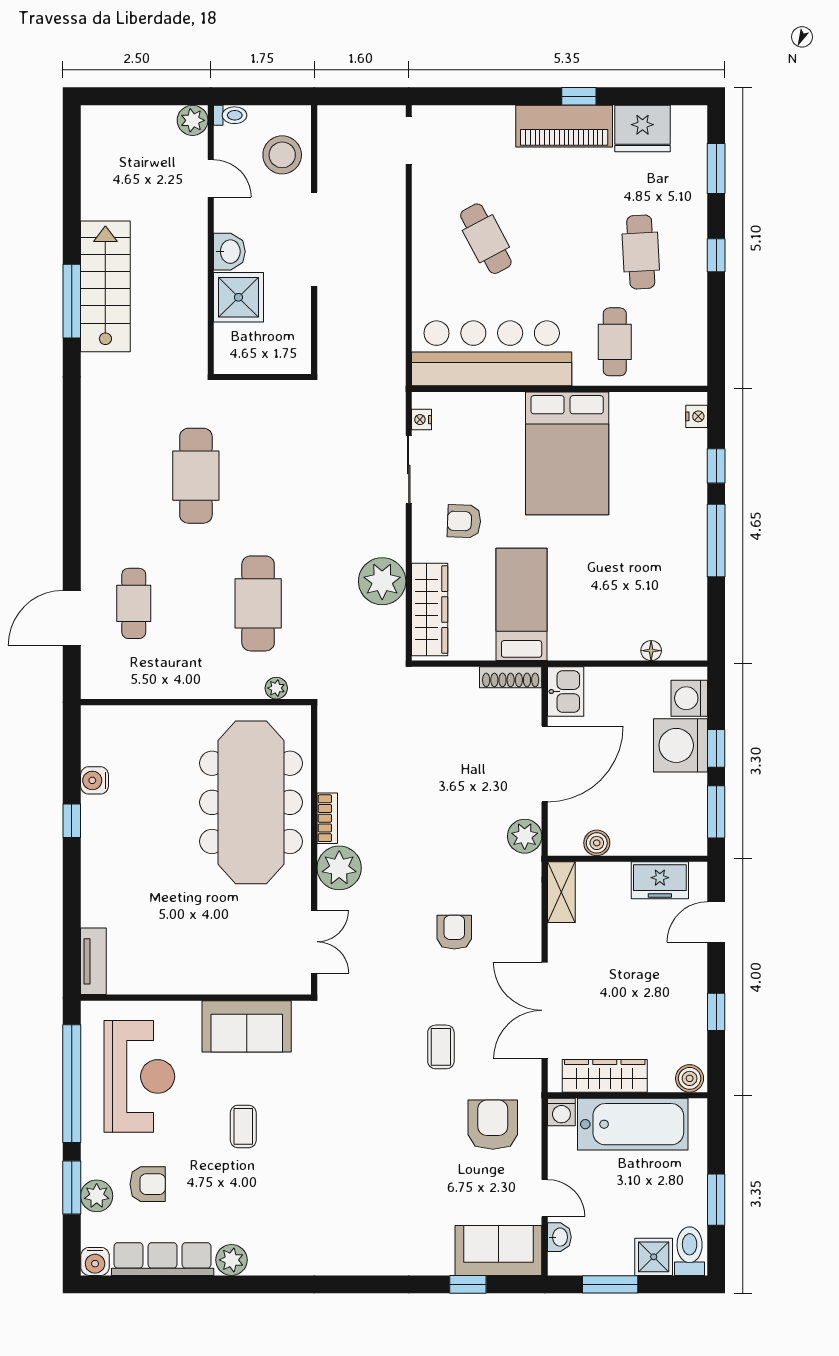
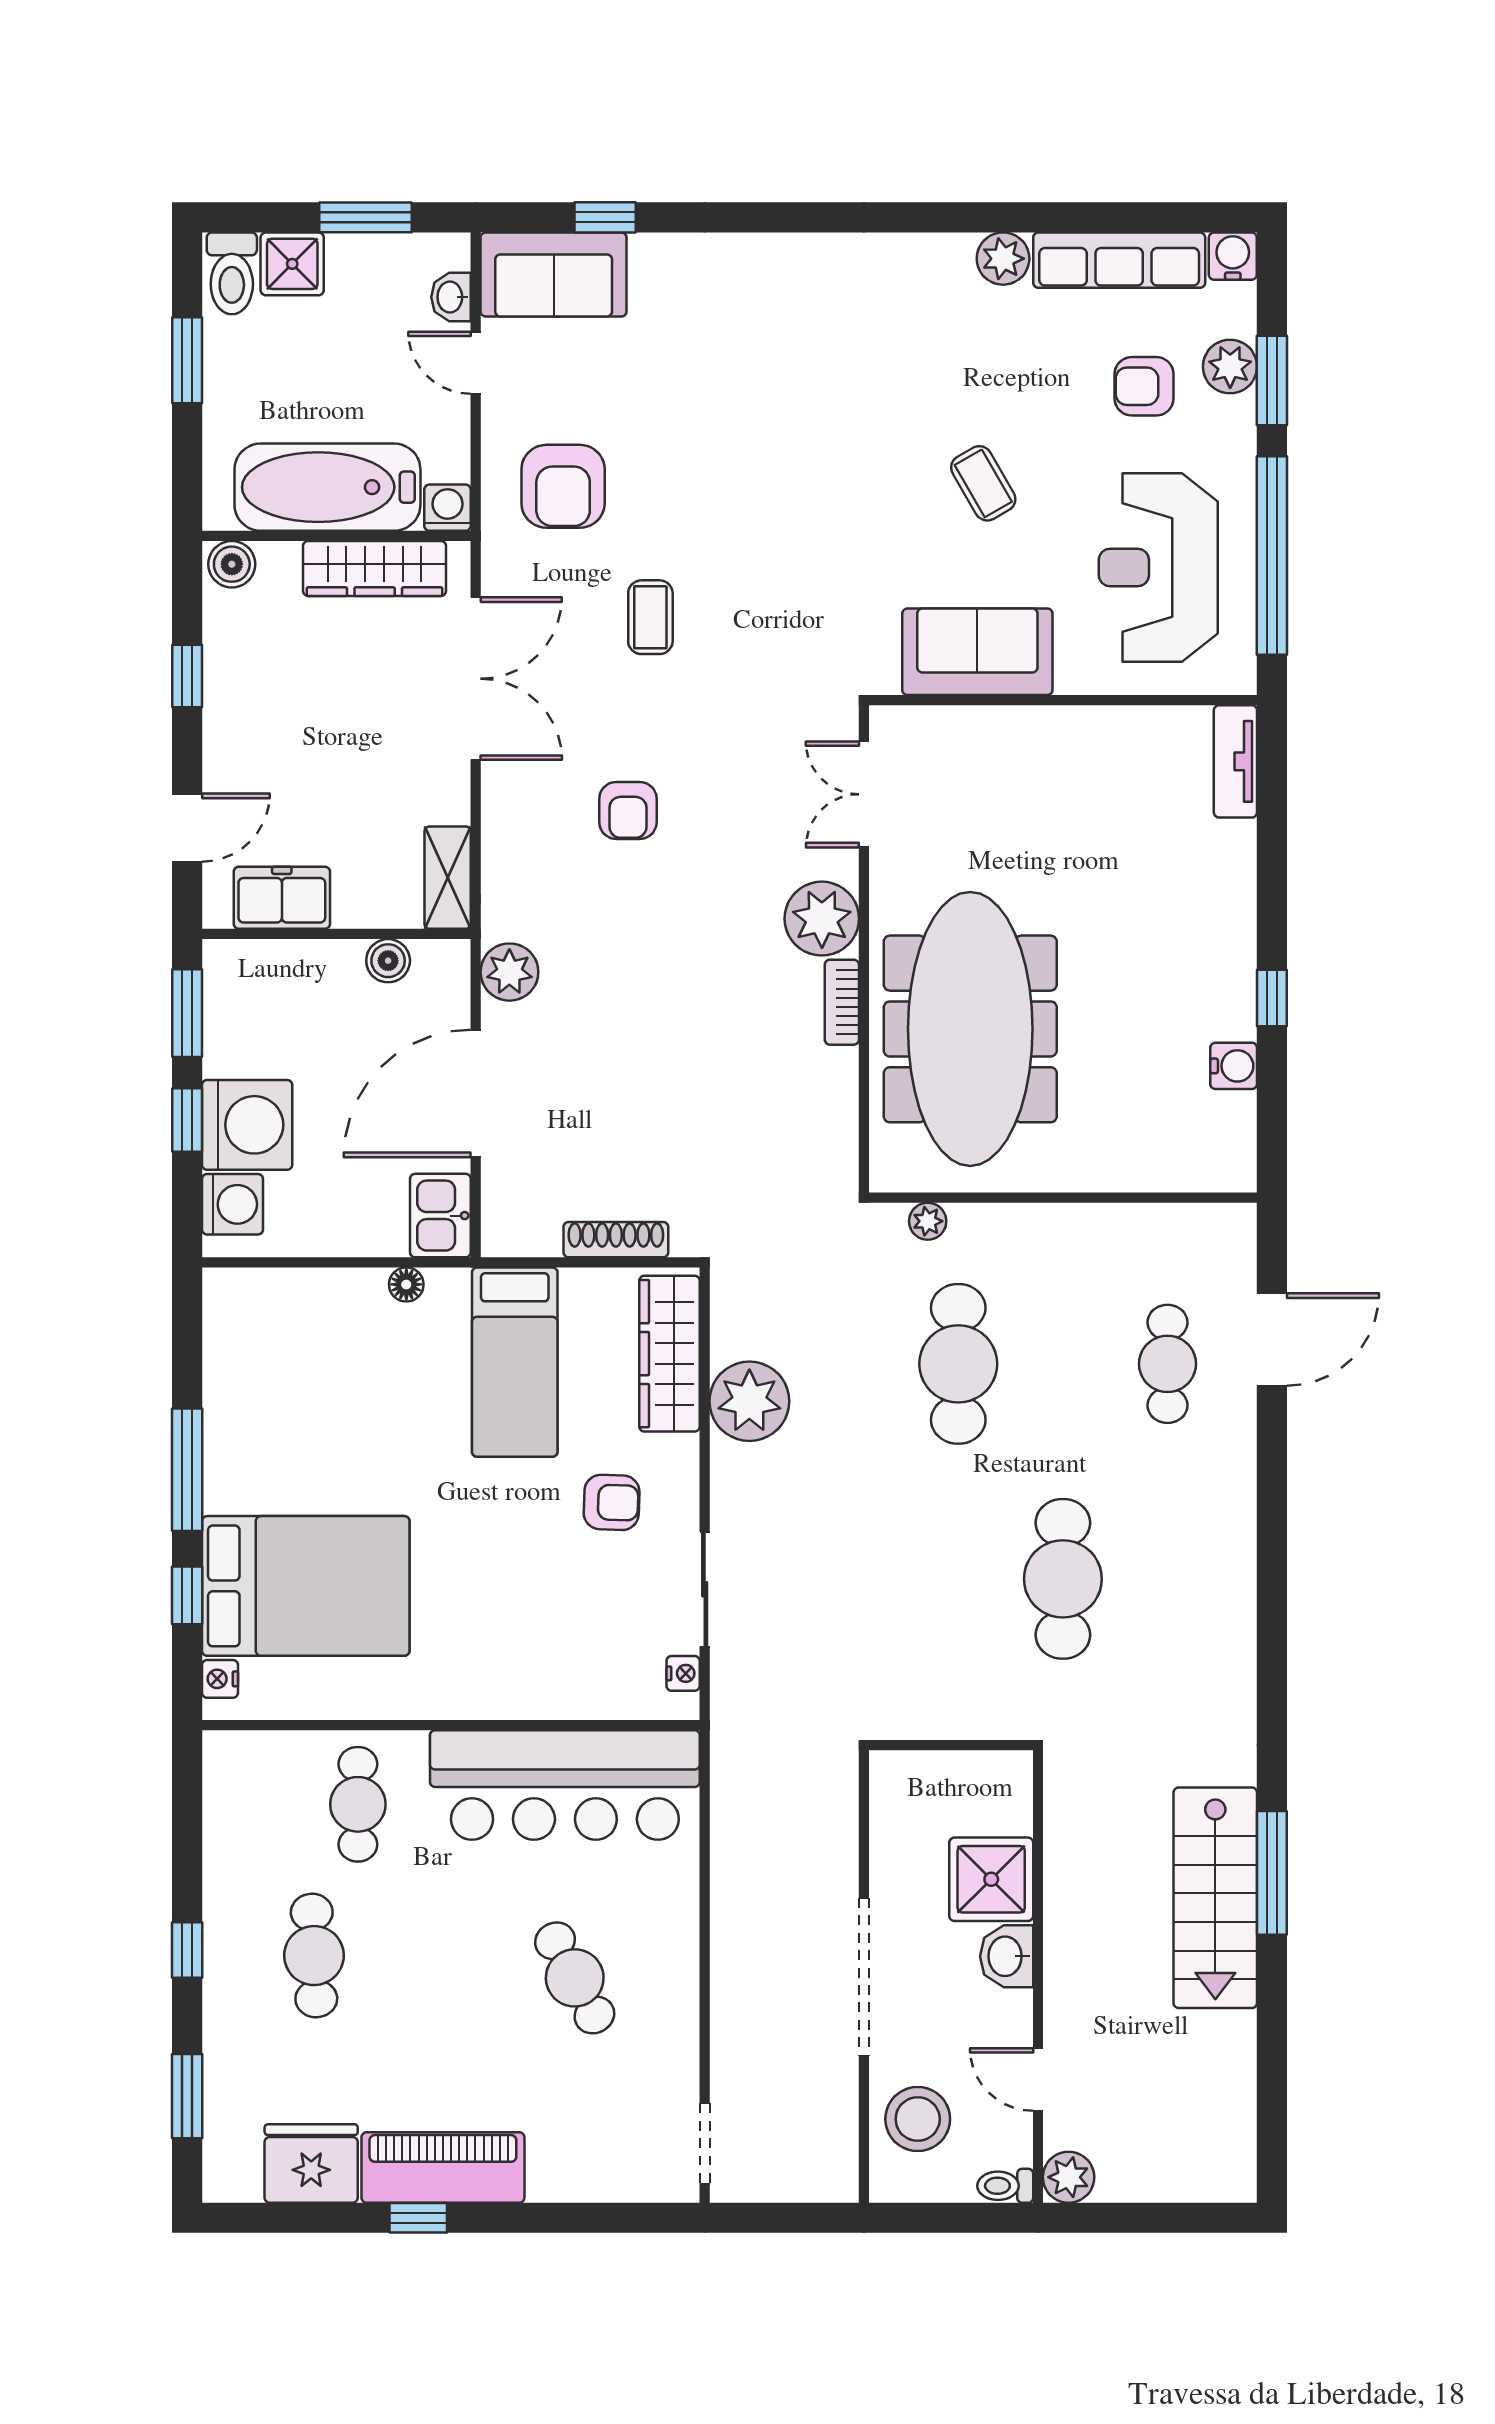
bed: (567, 453) -> (306, 1586), moved, turned 90
floor lamp: (651, 651) -> (406, 1284), moved
shoe rack: (511, 677) -> (616, 1240), moved
coffee table: (243, 1126) -> (983, 483), turned -30

